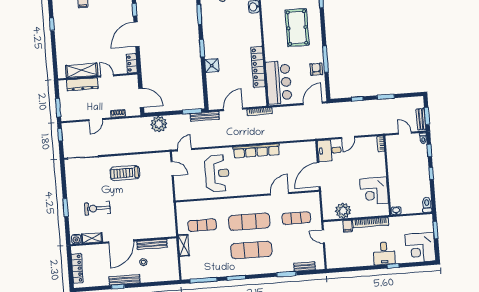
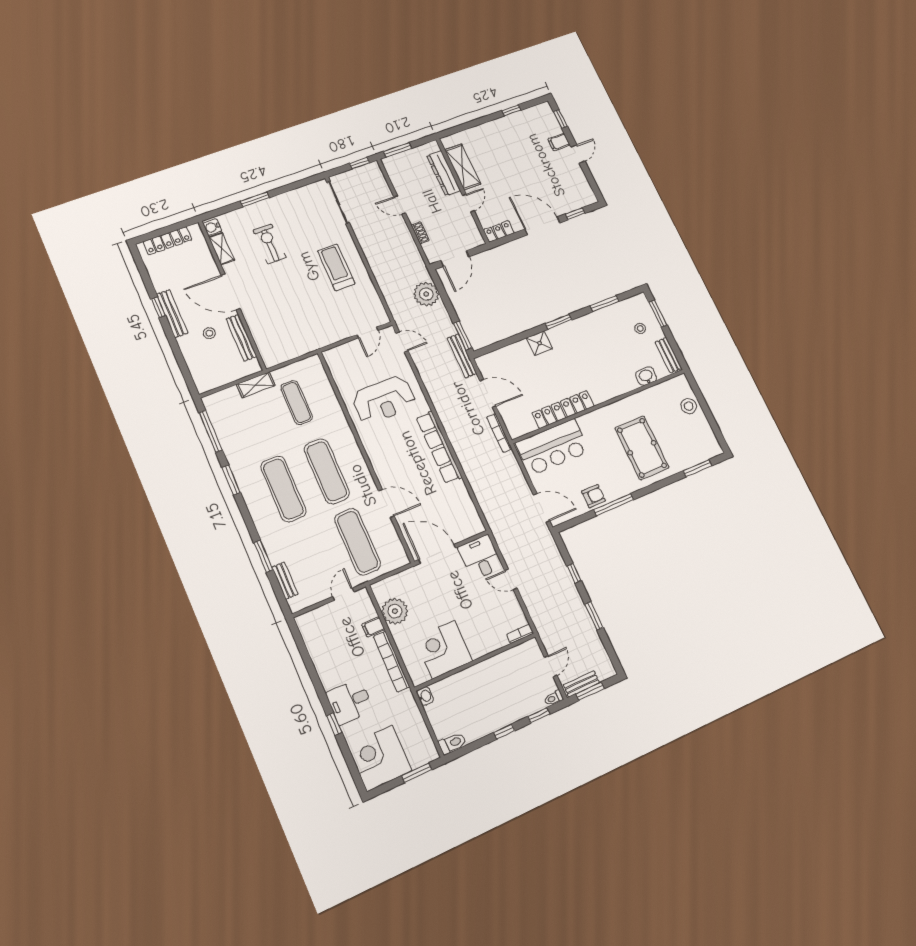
pool table: (297, 28) -> (642, 448), turned 90
exercise mat: (296, 218) -> (357, 542), width x1.36, depth x1.45

